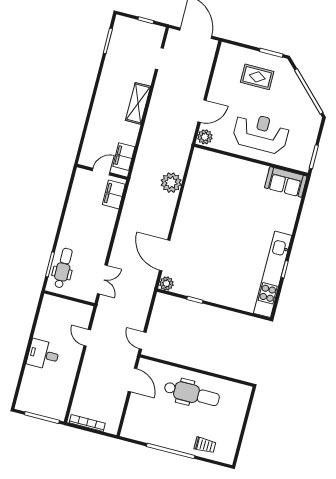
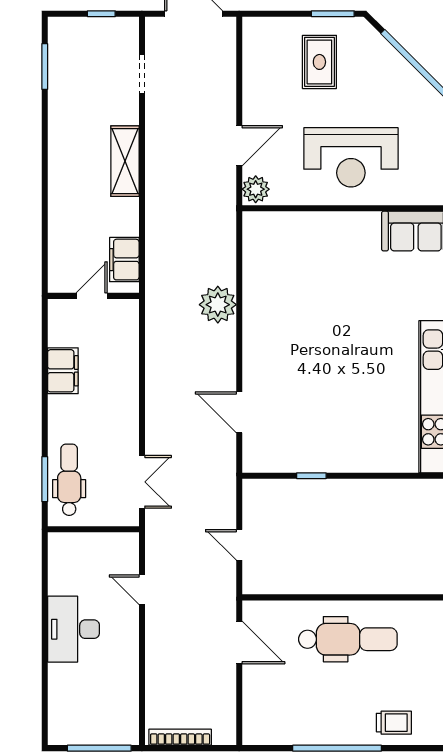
rug: (257, 77) -> (319, 62), turned 90
reception desk: (261, 133) -> (351, 157), turned 180
plant: (171, 183) -> (218, 305), moved
filing cabinet: (114, 194) -> (63, 371), moved, turned 180
door: (165, 255) -> (239, 412), width x0.73
plant: (166, 283) -> (255, 460), removed
door: (143, 341) -> (239, 545), moved
desk: (43, 354) -> (74, 629), width x1.37

